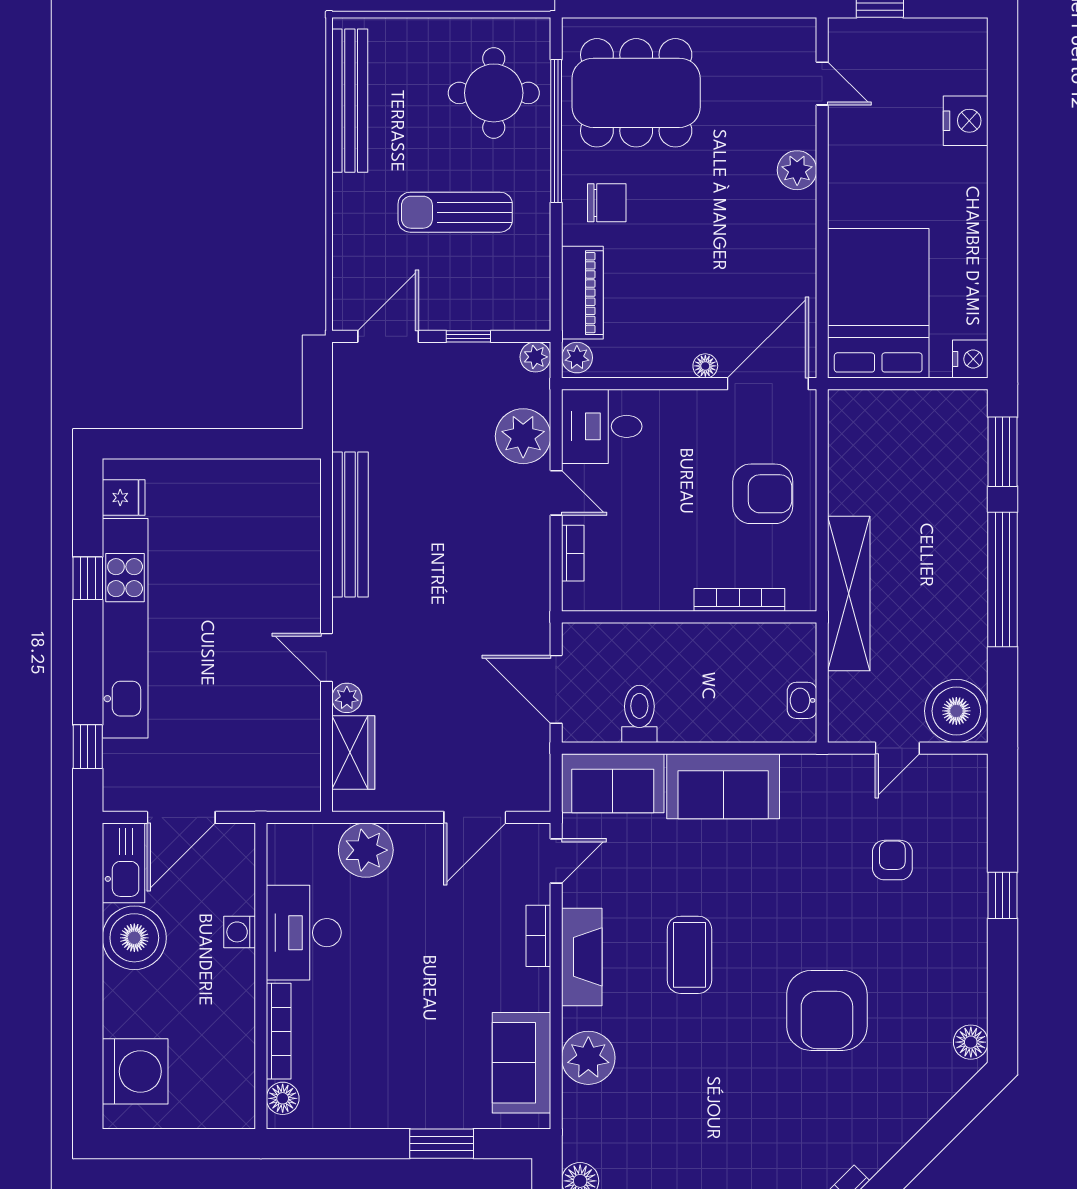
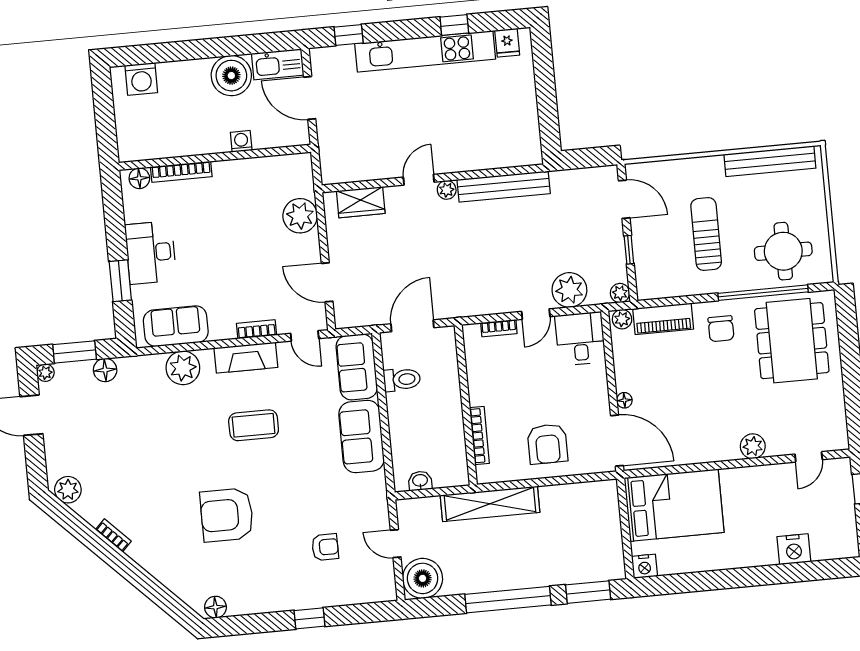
plant: (347, 698) -> (447, 190), moved
desk: (304, 933) -> (151, 253), moved, turned -90
washing machine: (135, 1071) -> (141, 79), width x0.73, depth x0.73

